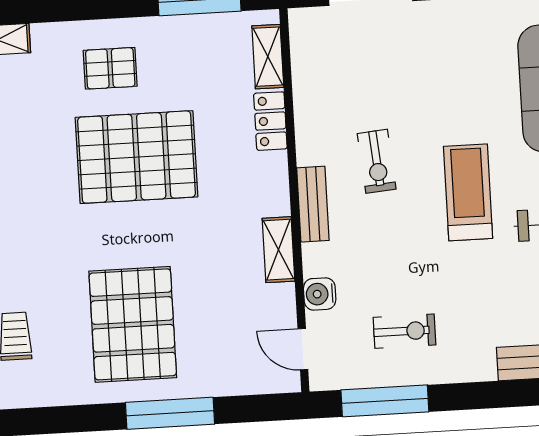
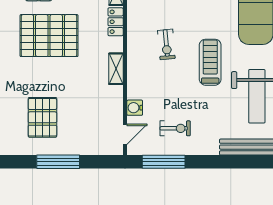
bench: (313, 204) -> (134, 64), removed
shelving: (279, 250) -> (116, 69), moved
pallet: (133, 324) -> (42, 117), width x0.73, depth x0.71
door: (303, 349) -> (125, 134), swing flipped

